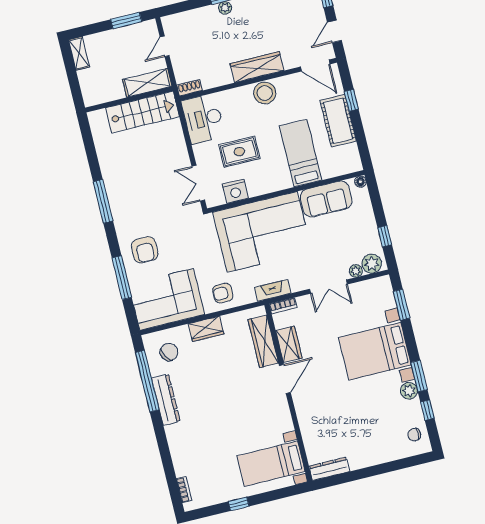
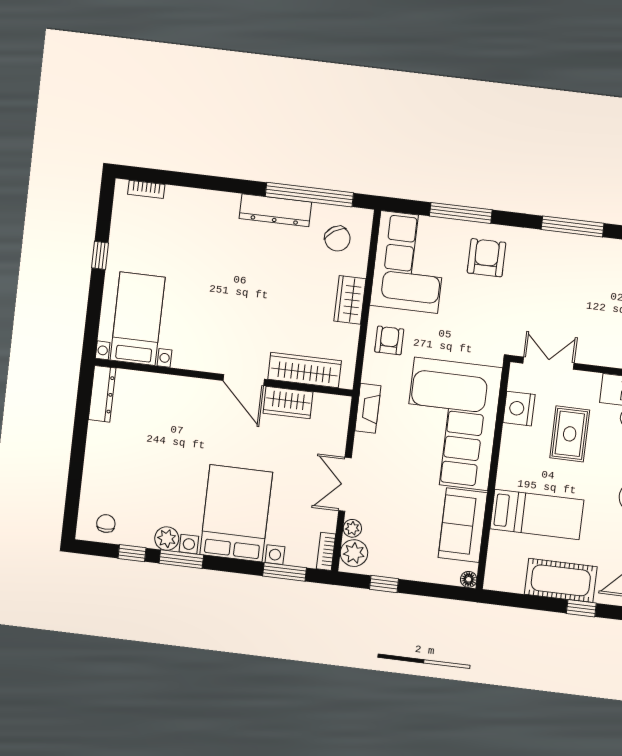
armchair: (145, 250) -> (486, 258), turned 90
bookcase: (283, 306) -> (326, 551), moved

